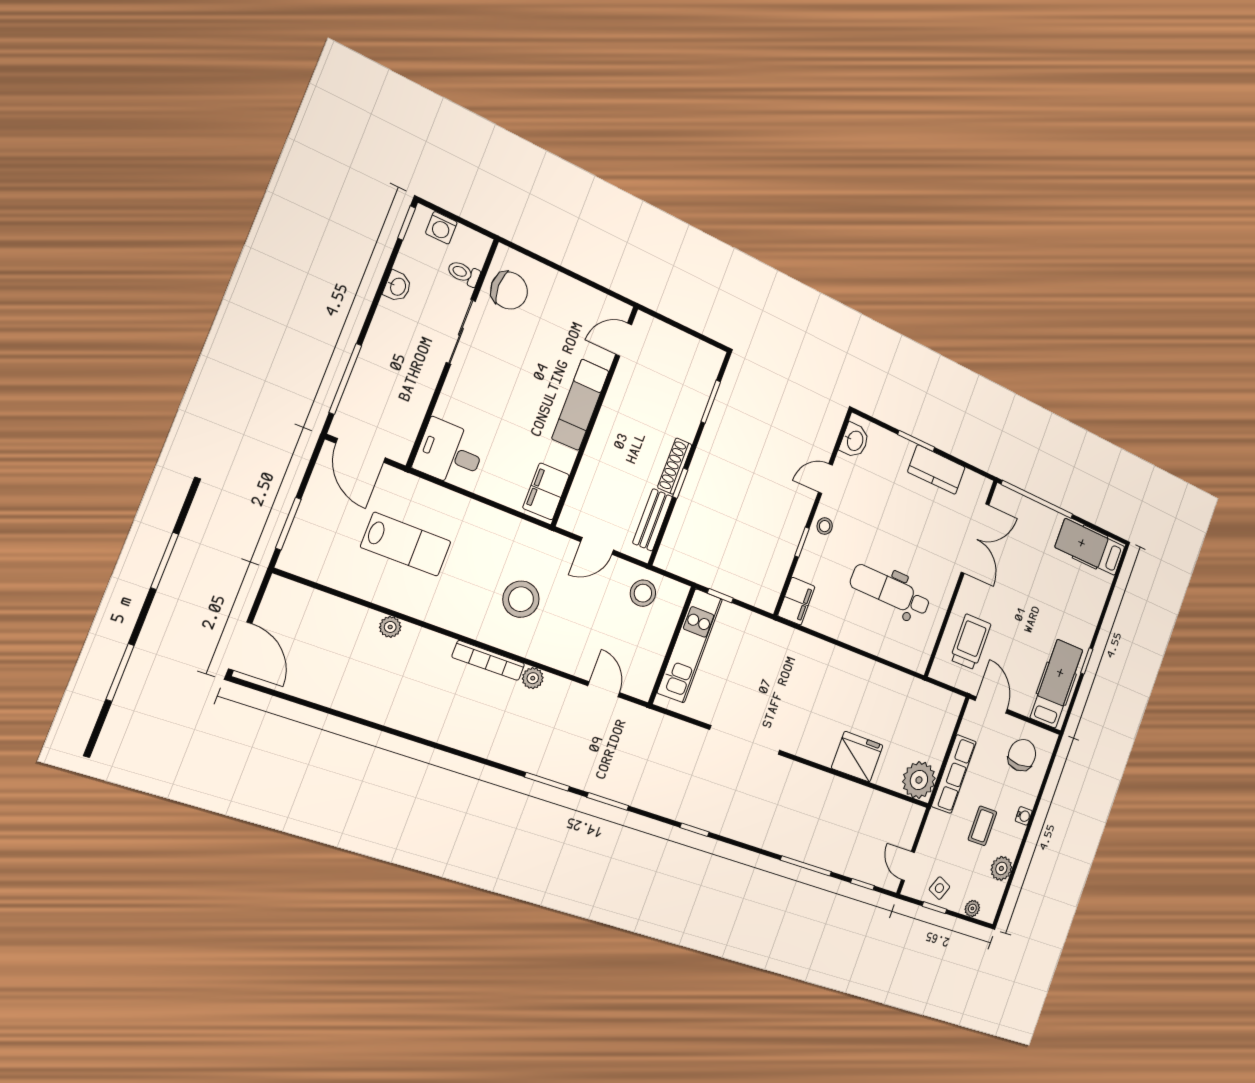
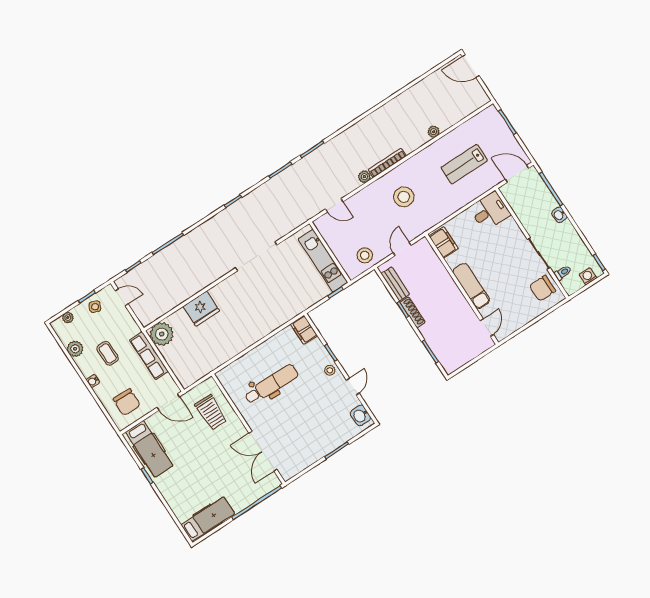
washbasin: (397, 286) -> (559, 215), moved
kitchen counter: (936, 470) -> (314, 452), removed

